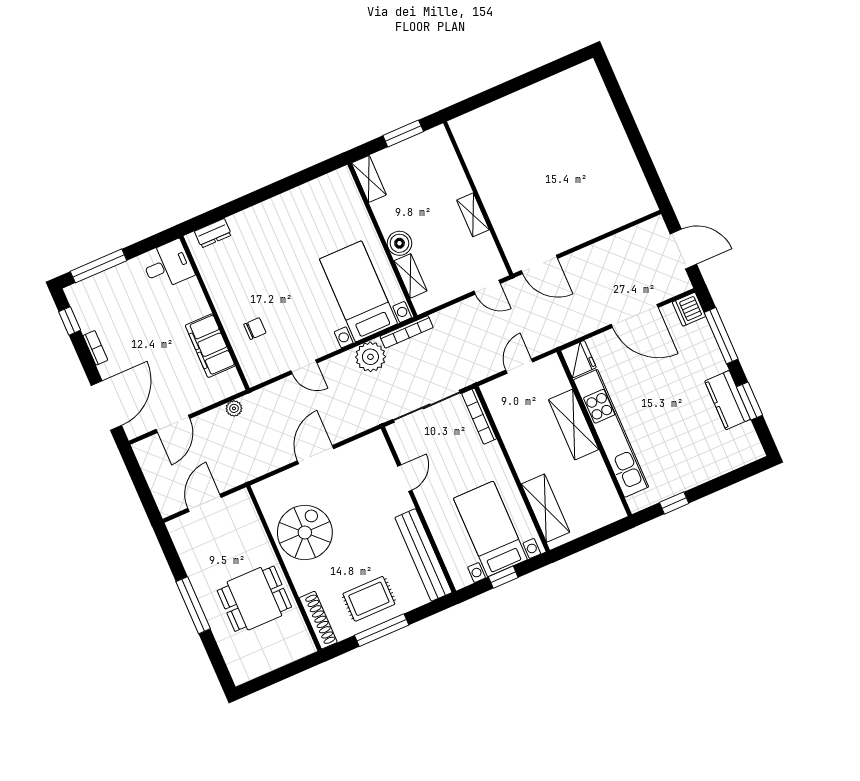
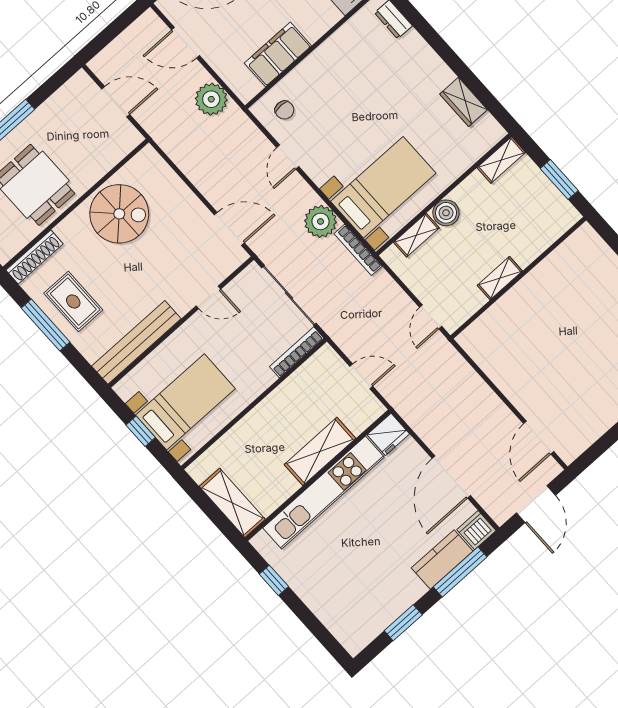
wardrobe: (307, 195) -> (464, 102), added
door: (539, 265) -> (539, 438), moved
chair: (255, 329) -> (284, 110), moved
kitchen counter: (728, 400) -> (442, 559), moved
plant: (234, 408) -> (211, 99), width x1.88, depth x1.88
door: (316, 455) -> (229, 229), moved
shelving: (545, 508) -> (232, 503), moved, turned 90

